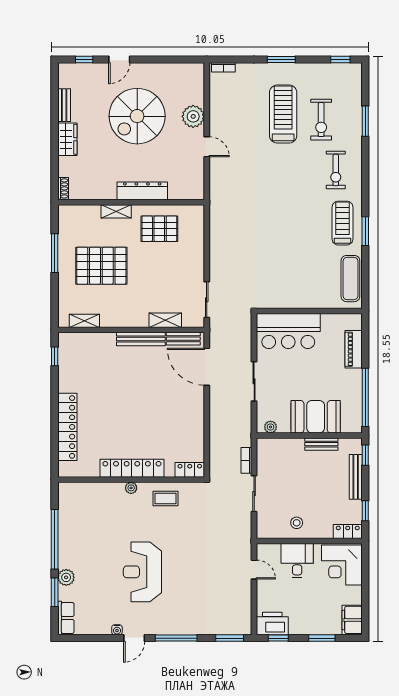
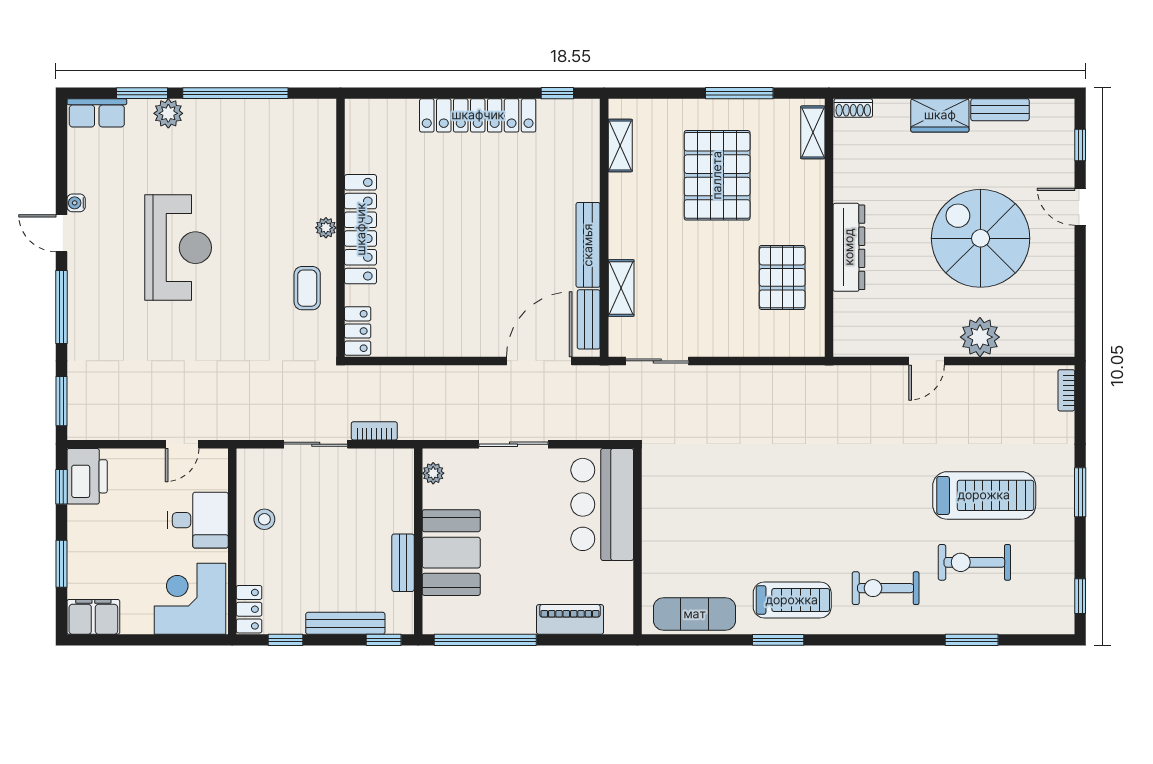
shelving: (116, 211) -> (813, 132), moved
locker: (67, 427) -> (478, 115), moved
reception desk: (142, 572) -> (178, 248), turned 90

